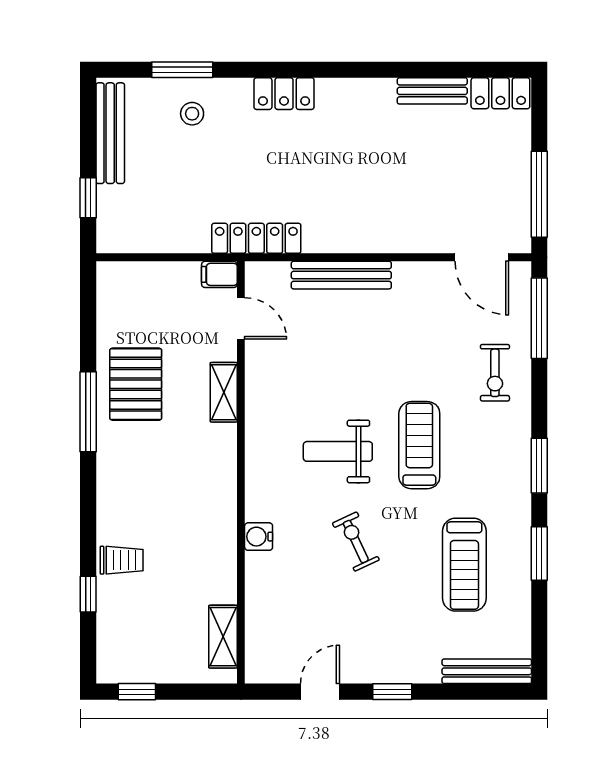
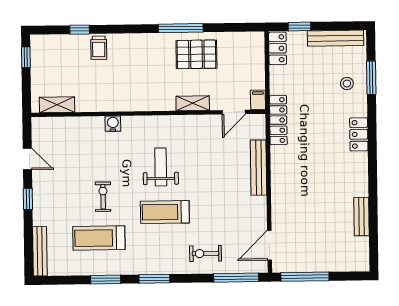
locker: (500, 93) -> (278, 48), moved, turned 180
treadmill: (419, 445) -> (165, 212), turned 180
exercise bike: (356, 542) -> (103, 197), moved, turned -65

